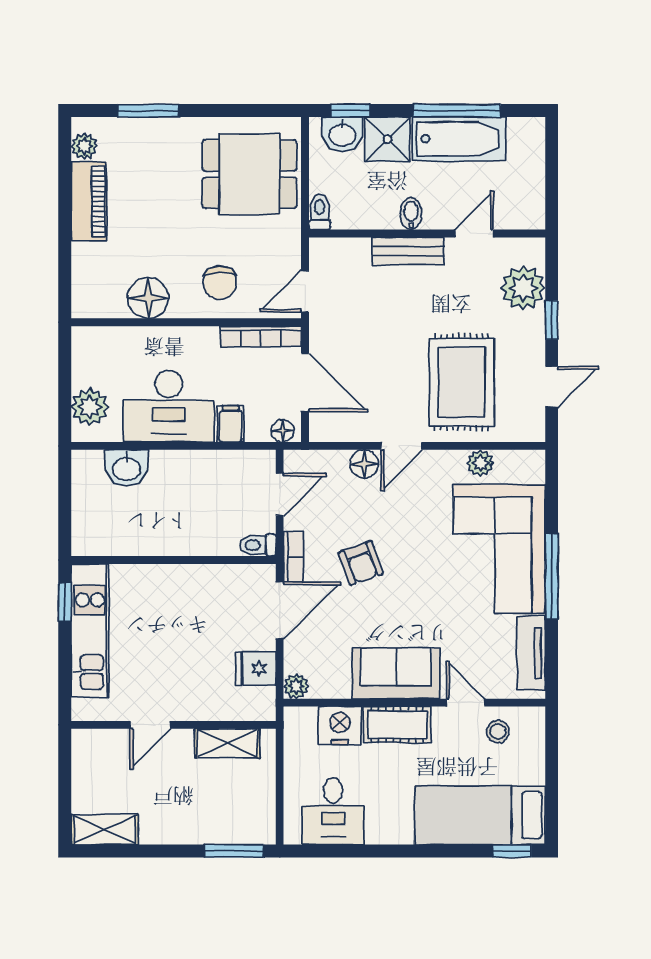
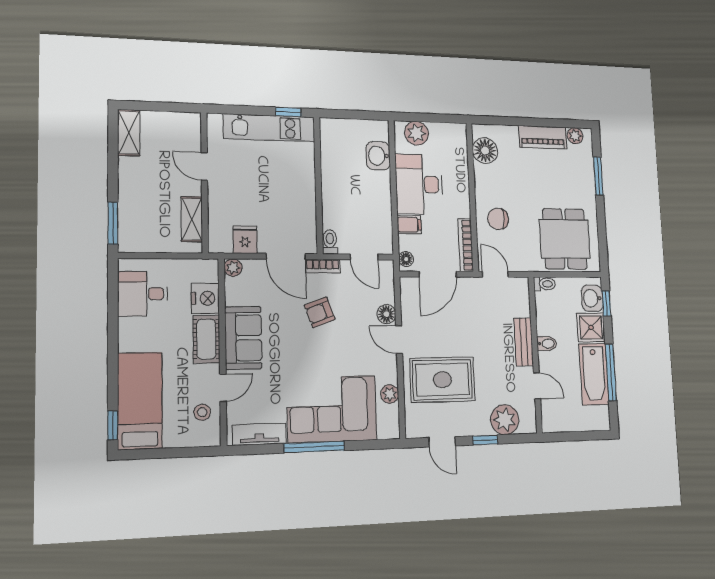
floor lamp: (148, 298) -> (485, 151), moved

